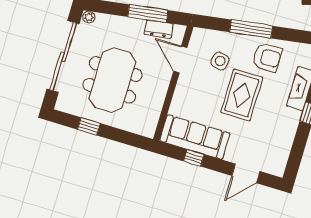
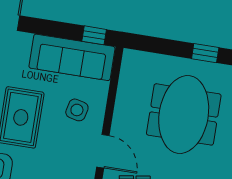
side table: (220, 61) -> (77, 110), moved
window: (194, 158) -> (94, 35), moved

